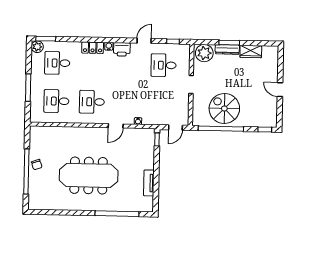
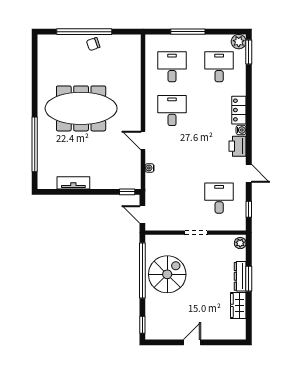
plant: (204, 53) -> (240, 243), width x0.53, depth x0.53
meeting table: (89, 175) -> (81, 108), turned 90

